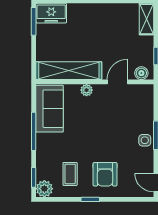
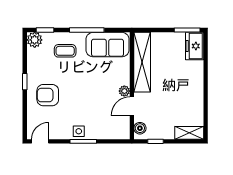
door: (117, 82) -> (132, 106), swing flipped
plant: (87, 90) -> (124, 91), moved
coffee table: (70, 174) -> (65, 51), moved

